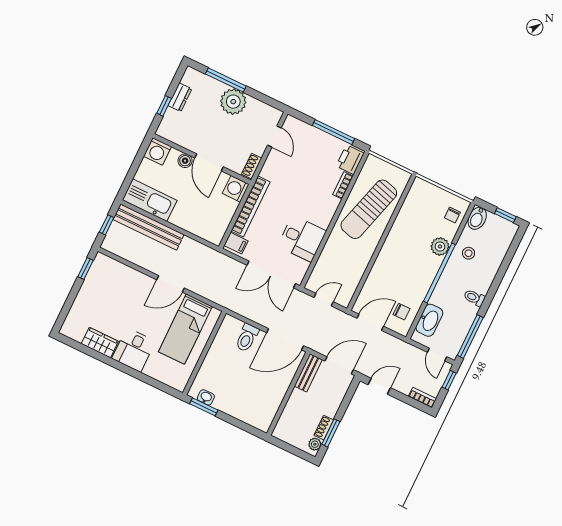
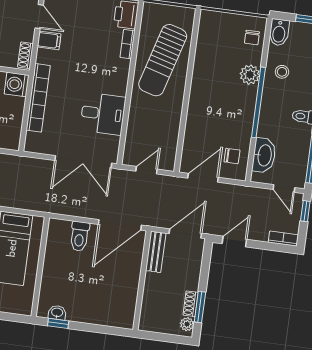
filing cabinet: (236, 243) -> (49, 40), moved
window: (204, 407) -> (58, 323), width x0.67

